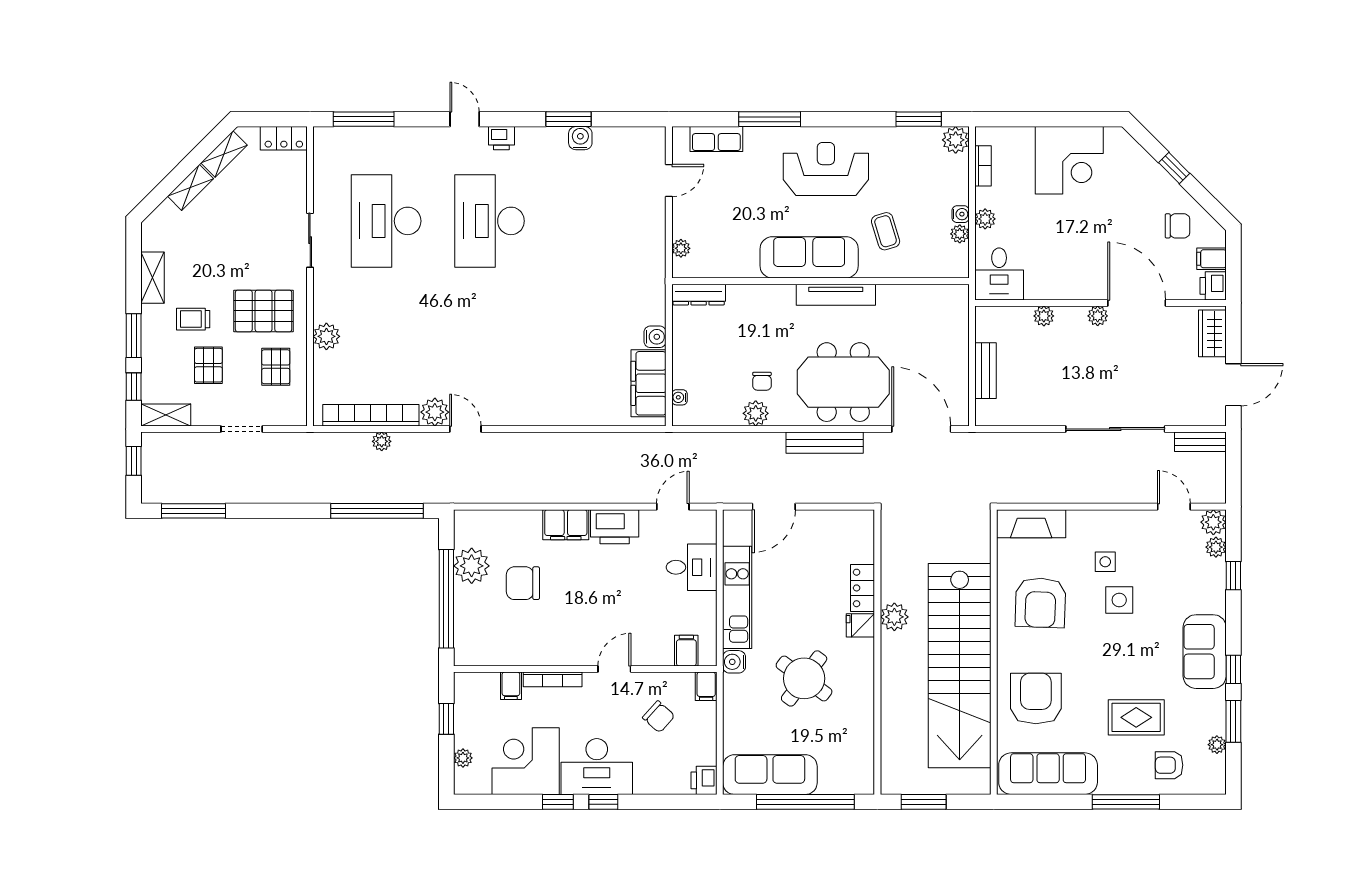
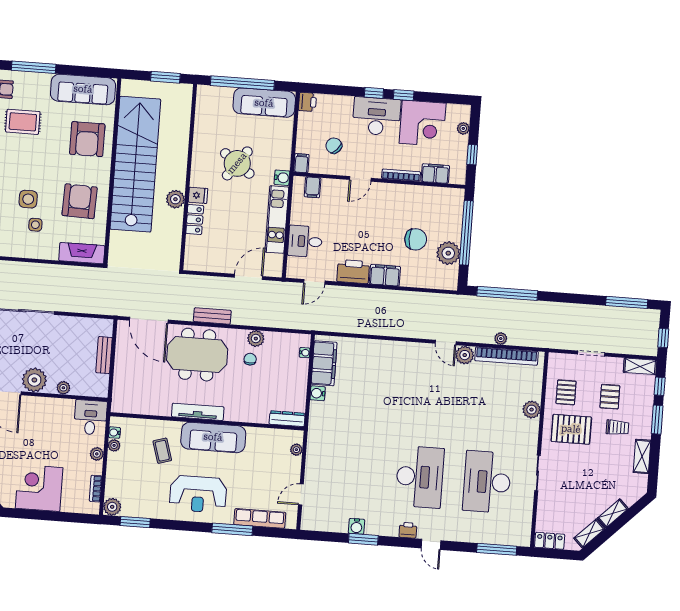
row of seats: (716, 139) -> (260, 518), width x1.48
water cooler: (961, 214) -> (114, 433), moved
desk: (386, 221) -> (487, 482), turned 180
plant: (1098, 316) -> (34, 380), width x1.88, depth x1.88
bench: (825, 443) -> (212, 316), width x0.73
filing cabinet: (511, 686) -> (435, 174), width x2.00

